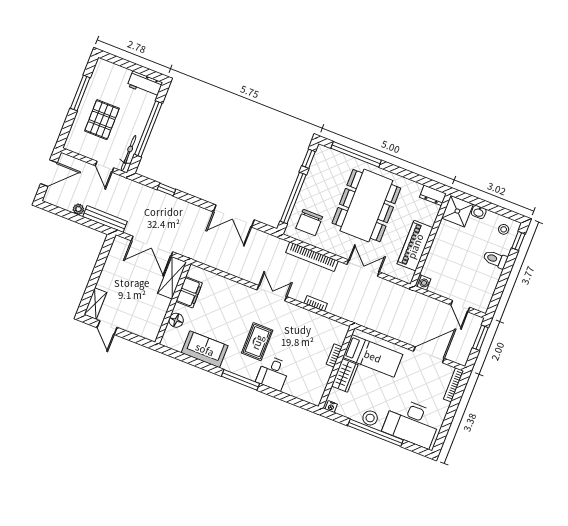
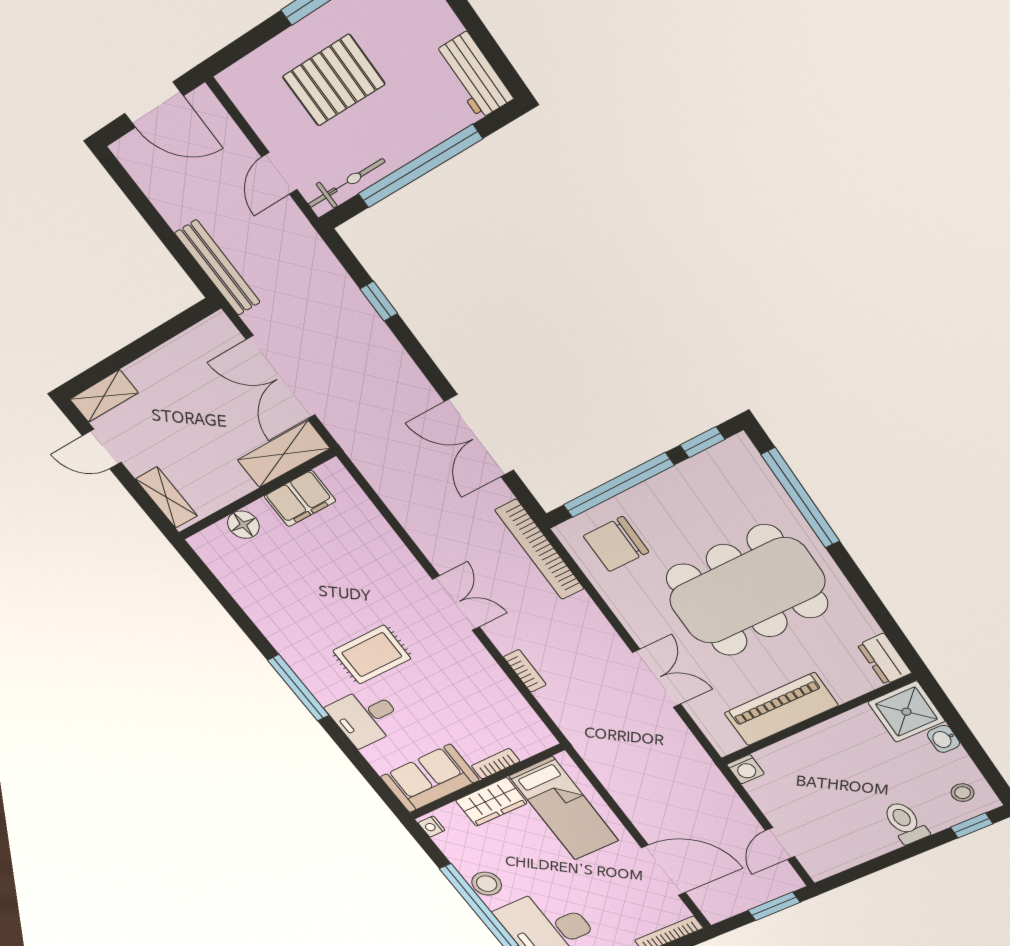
plant: (78, 209) -> (174, 213), removed
bookcase: (312, 257) -> (540, 550), moved
door: (107, 328) -> (102, 449), hinge flipped
shelving: (142, 330) -> (166, 497), added
sofa: (205, 349) -> (430, 778), moved, turned -90

